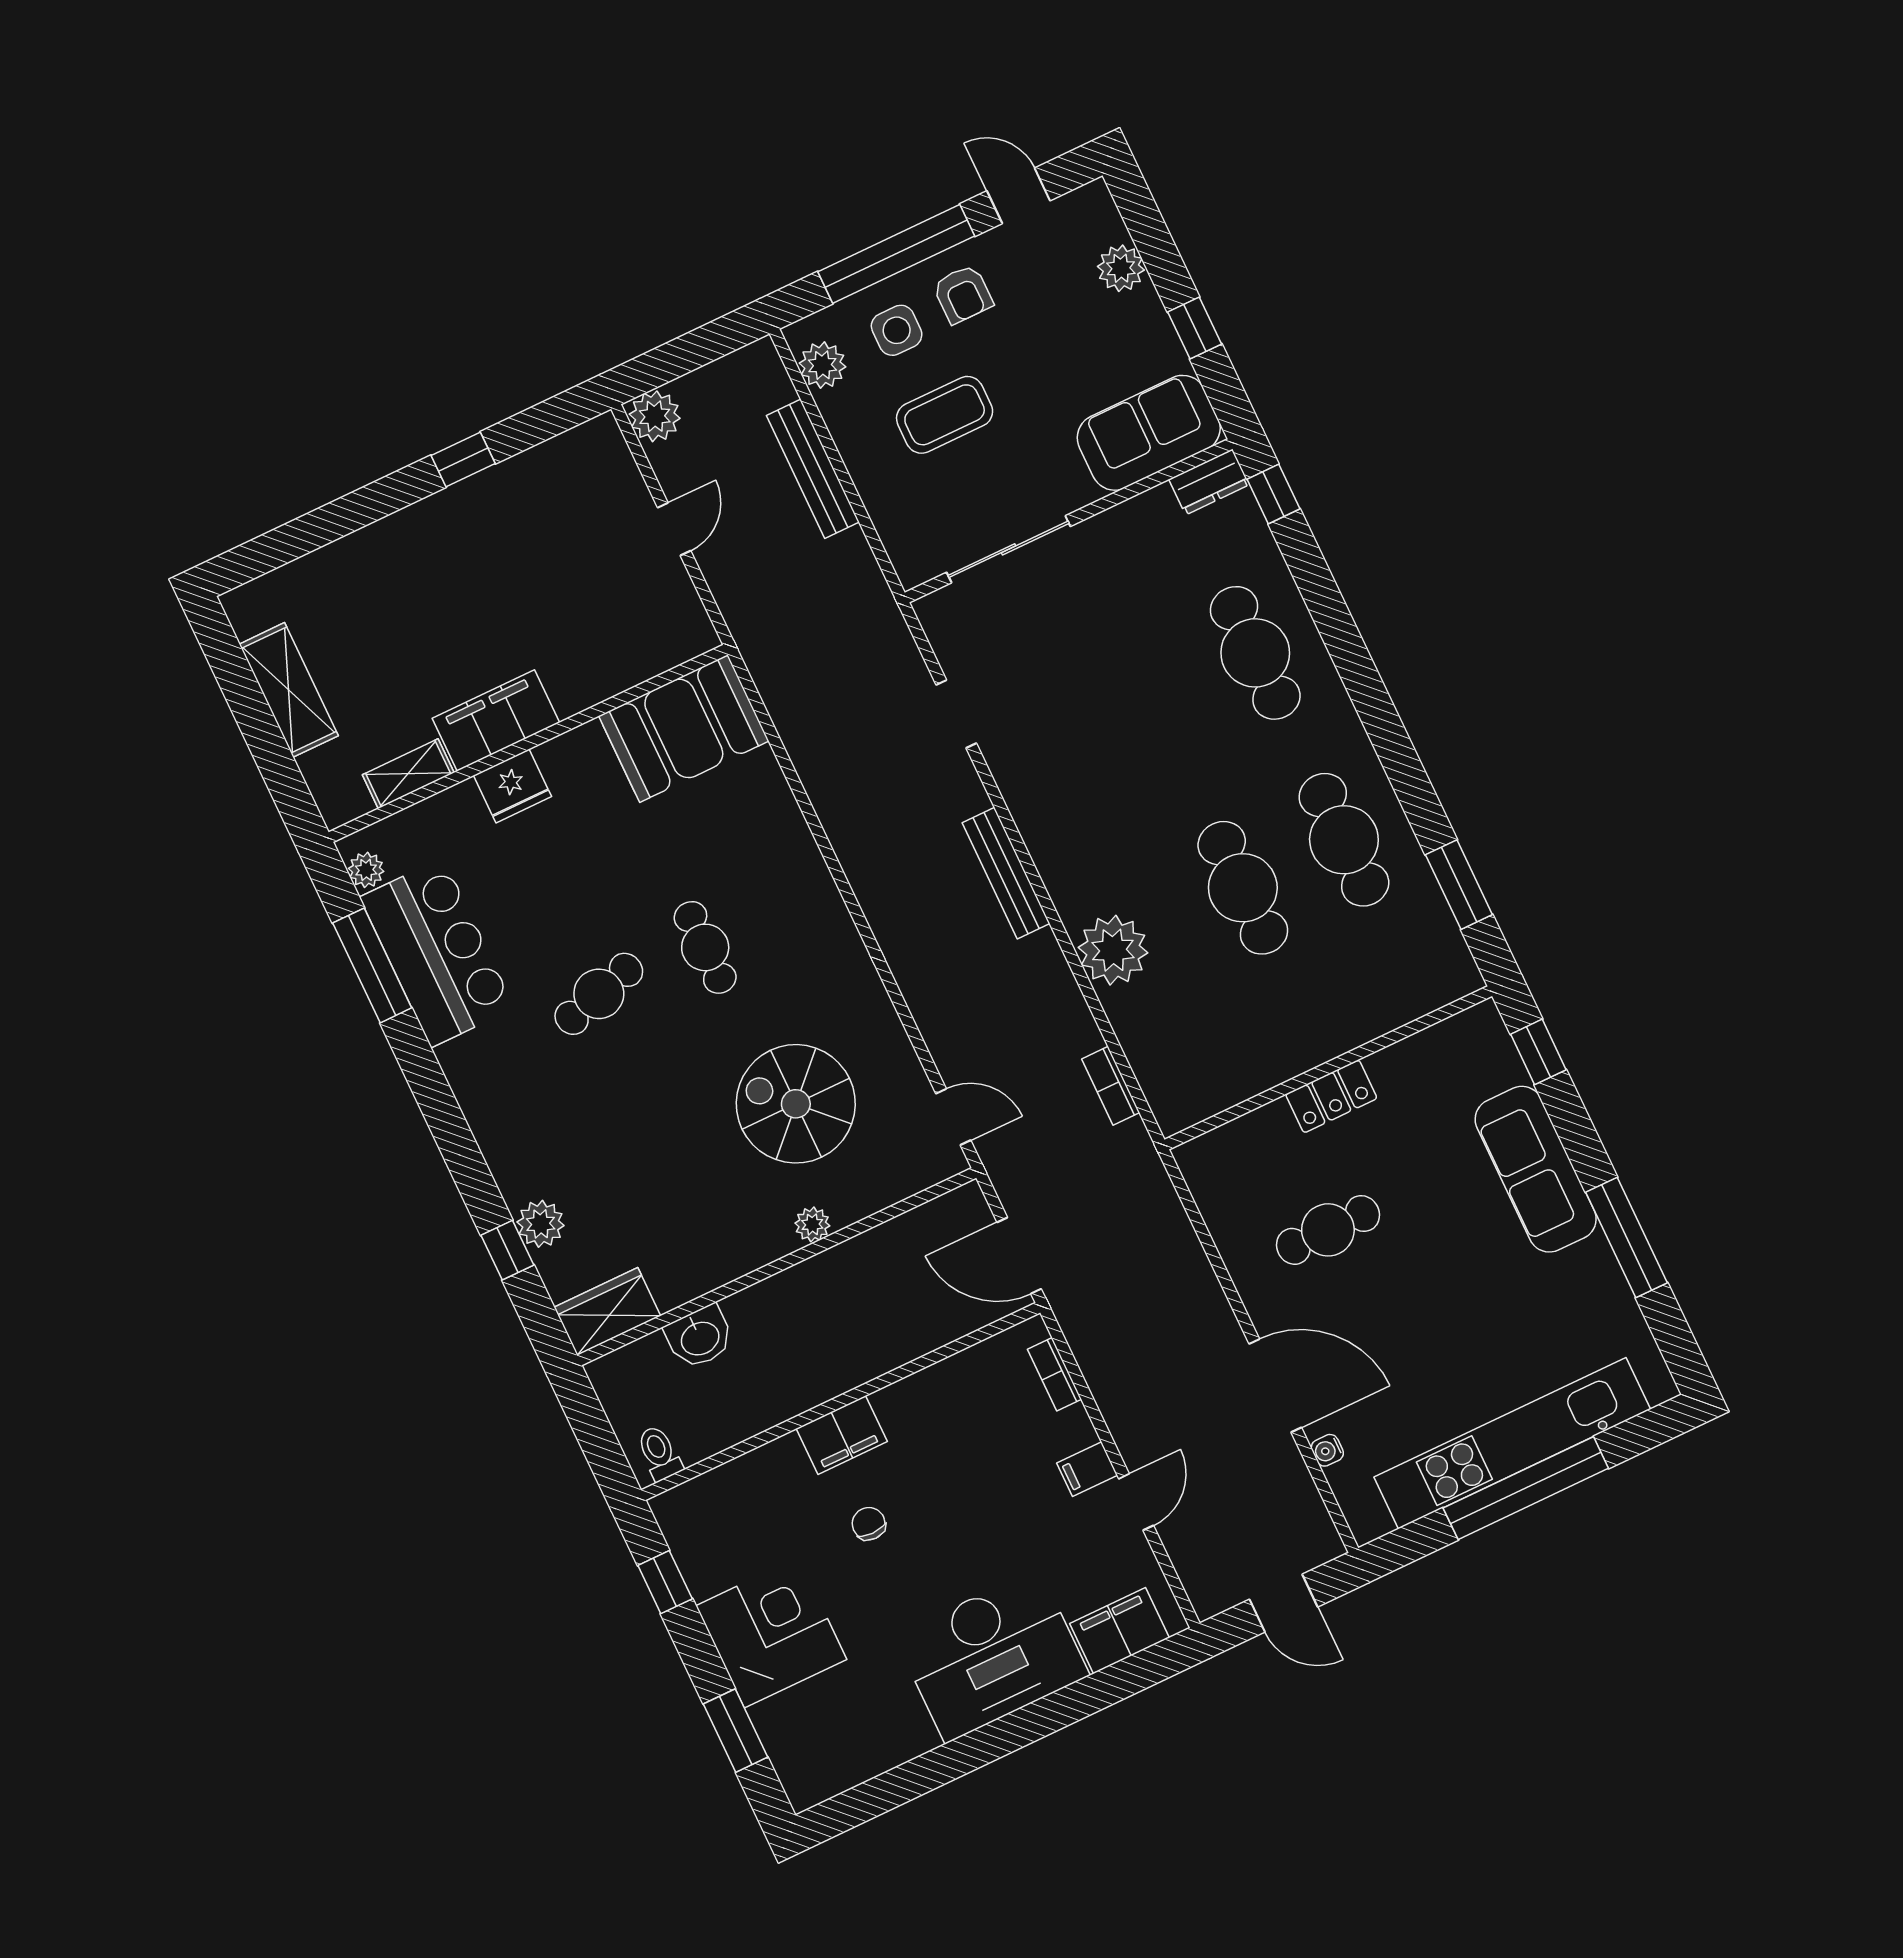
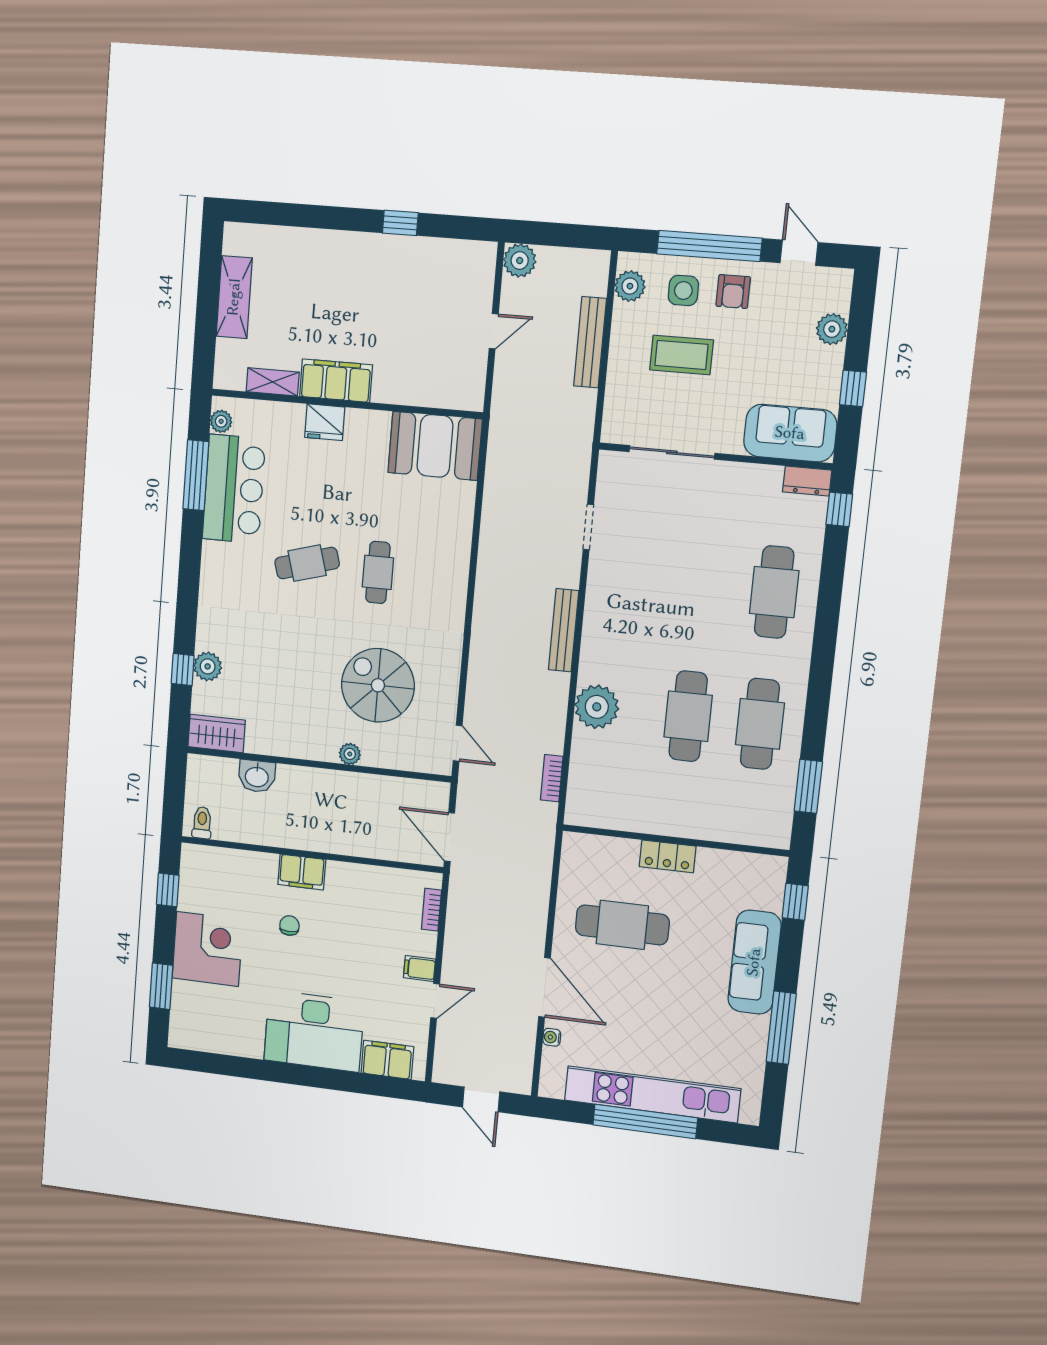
cafe table: (1328, 1230) -> (622, 925), width x1.37, depth x1.35

